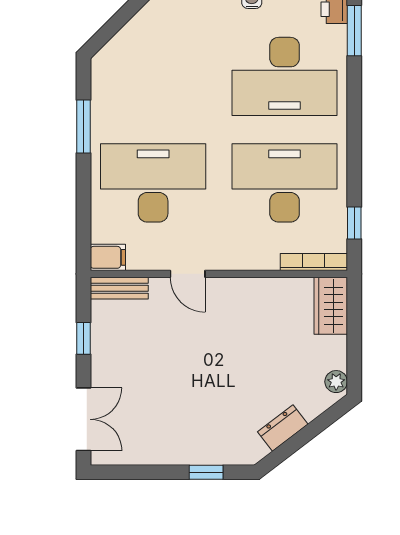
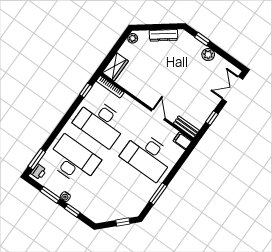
window: (111, 28) -> (123, 222), added
dresser: (283, 428) -> (164, 35), width x1.44
plant: (174, 451) -> (208, 55), added

